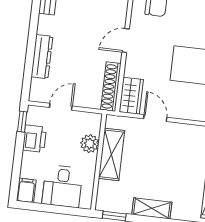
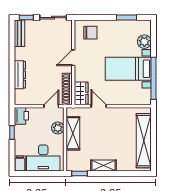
door: (61, 107) -> (51, 106), moved
window: (22, 122) -> (12, 132), moved
printer: (34, 139) -> (21, 116), moved
desk: (62, 186) -> (43, 158), width x1.37

